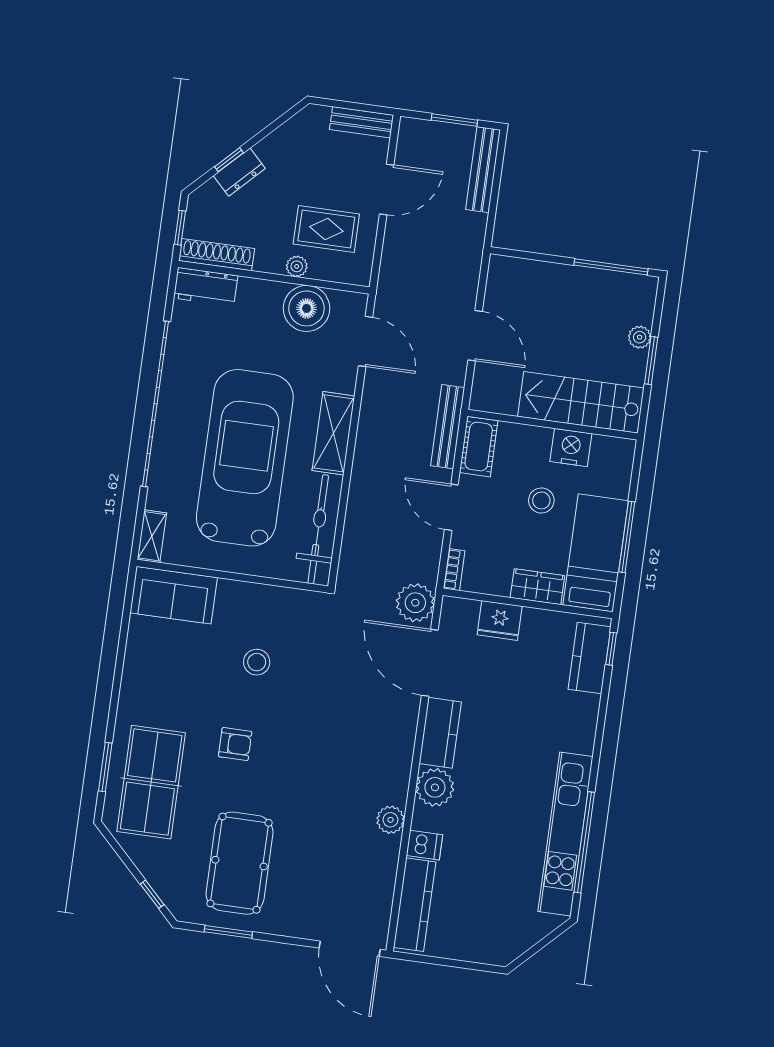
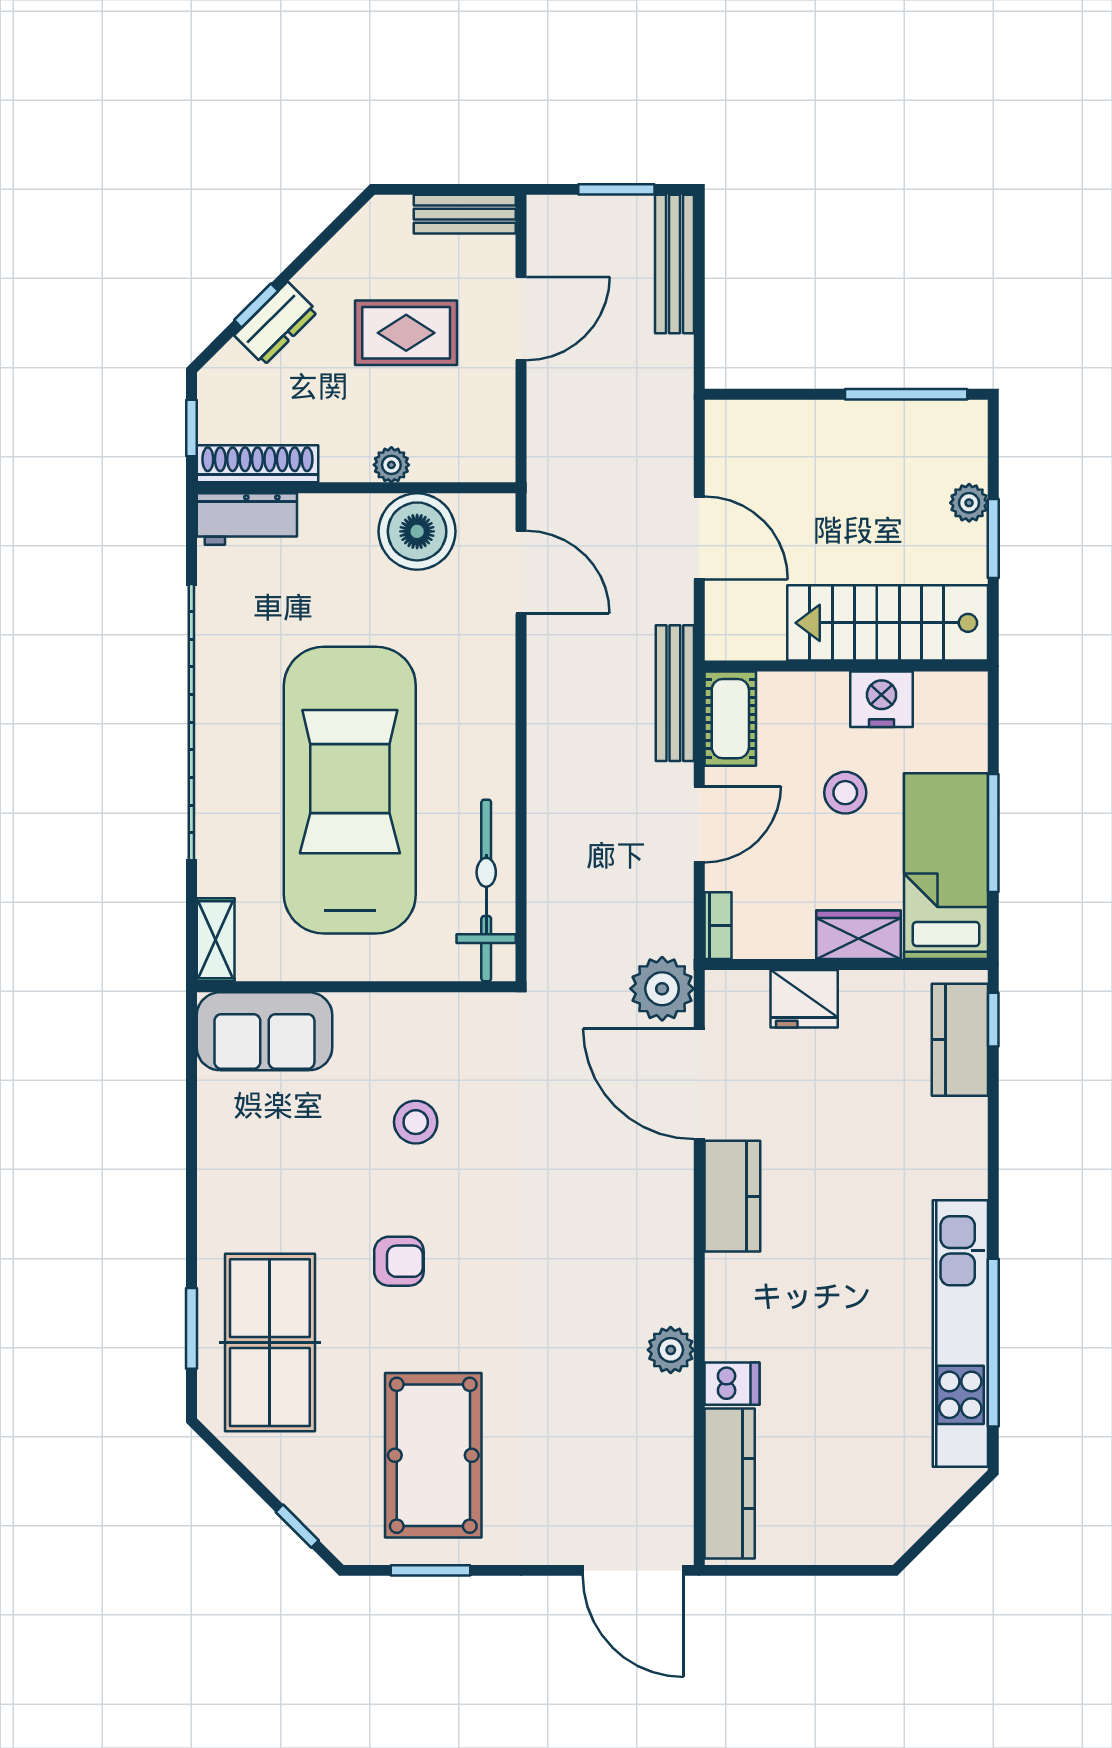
rug: (326, 229) -> (406, 333), moved
shelving: (333, 433) -> (489, 730), removed
door: (451, 507) -> (699, 824), swing flipped
plant: (435, 787) -> (736, 1287), removed

